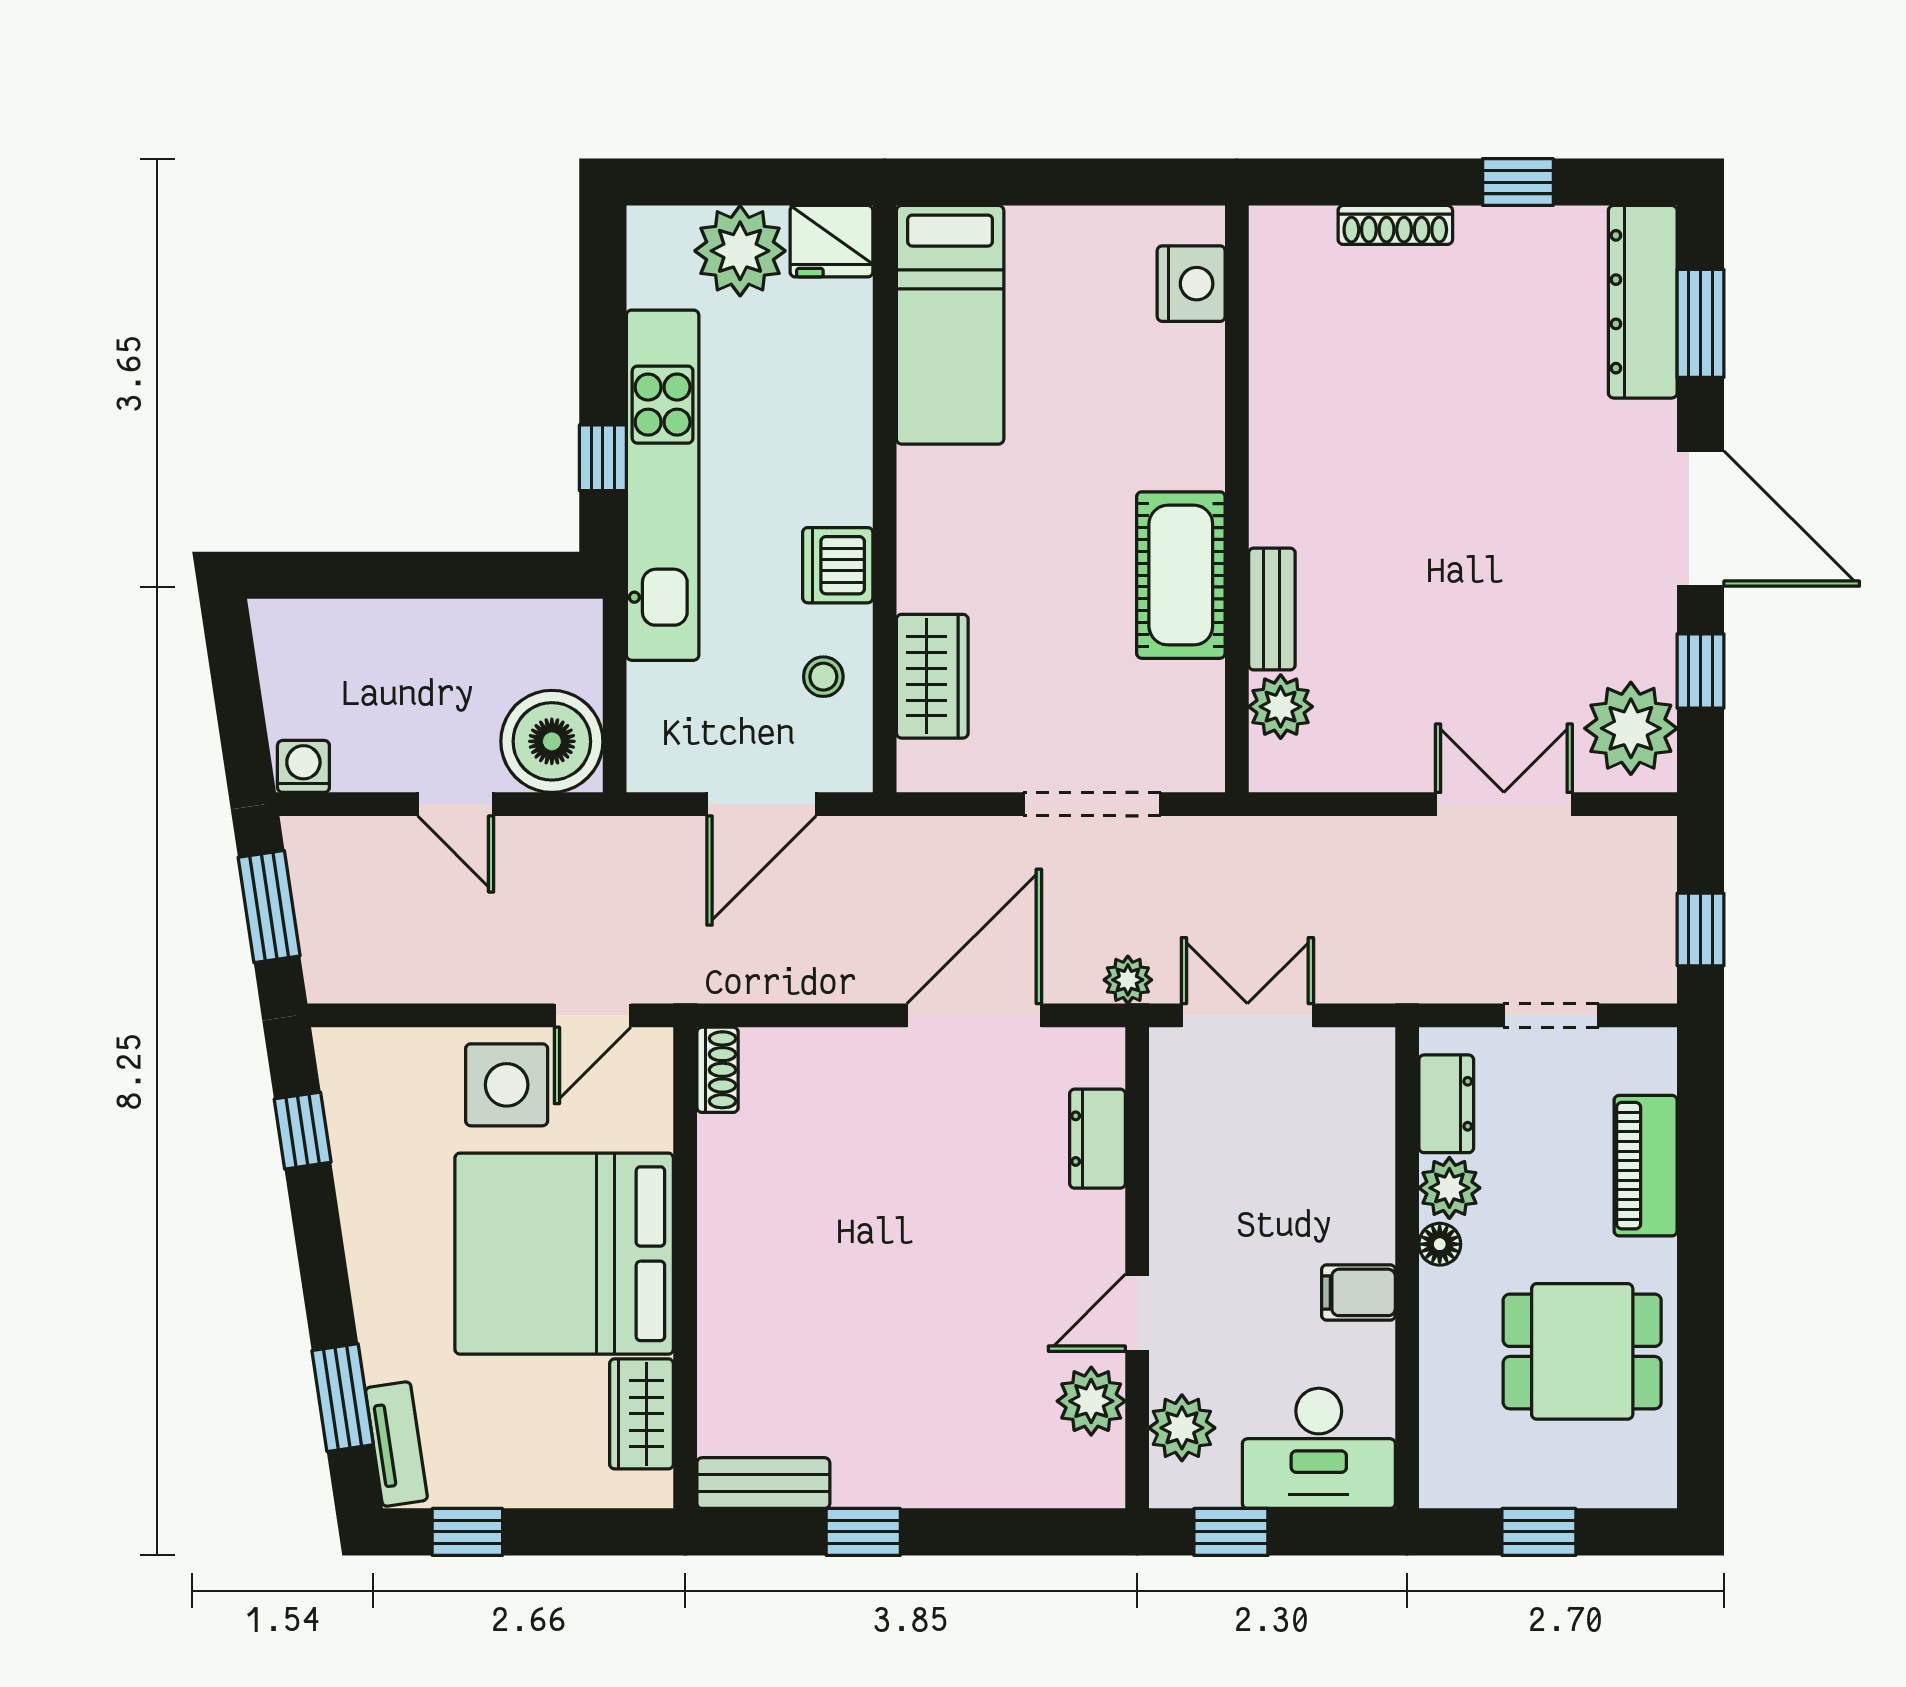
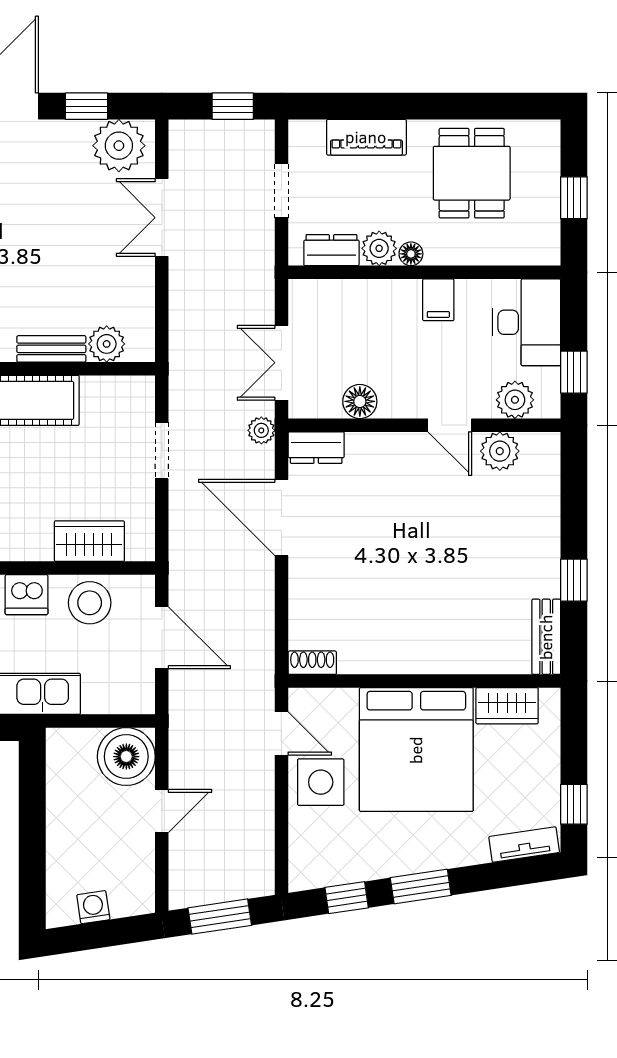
stool: (823, 677) -> (90, 603), width x1.89, depth x1.89
washing machine: (303, 766) -> (93, 907), moved, turned 81
doorway: (1092, 804) -> (162, 451), width x0.73
dresser: (1097, 1139) -> (316, 448), moved
floor lamp: (1179, 1154) -> (360, 401), added
window: (343, 1398) -> (421, 887), moved

